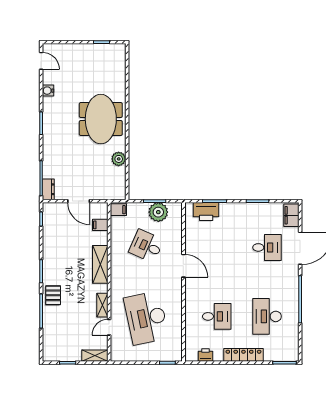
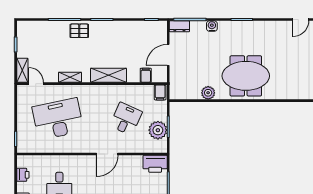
water cooler: (48, 91) -> (212, 26), moved
printer: (206, 211) -> (155, 164), moved, turned -90
door: (109, 327) -> (36, 84), moved

